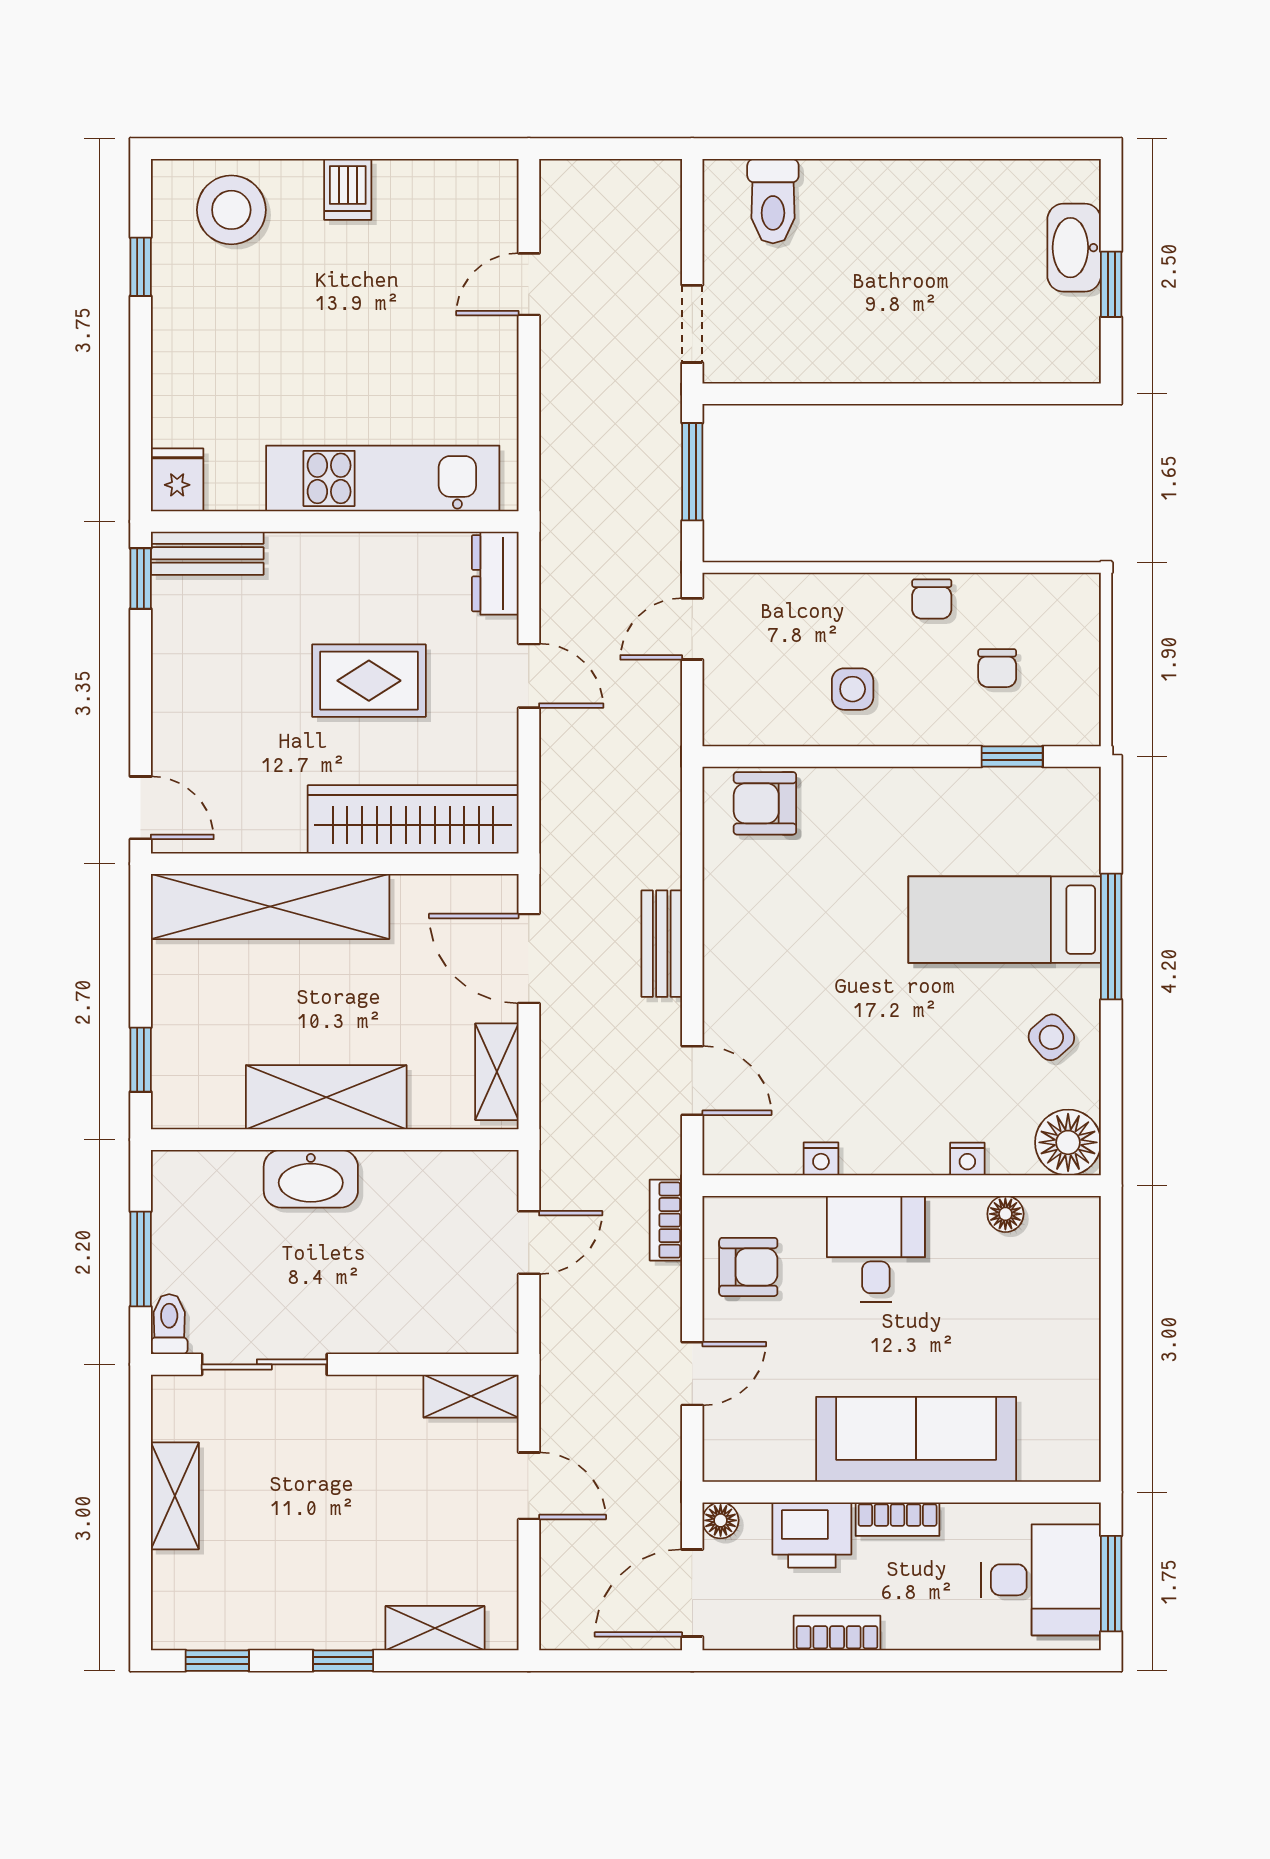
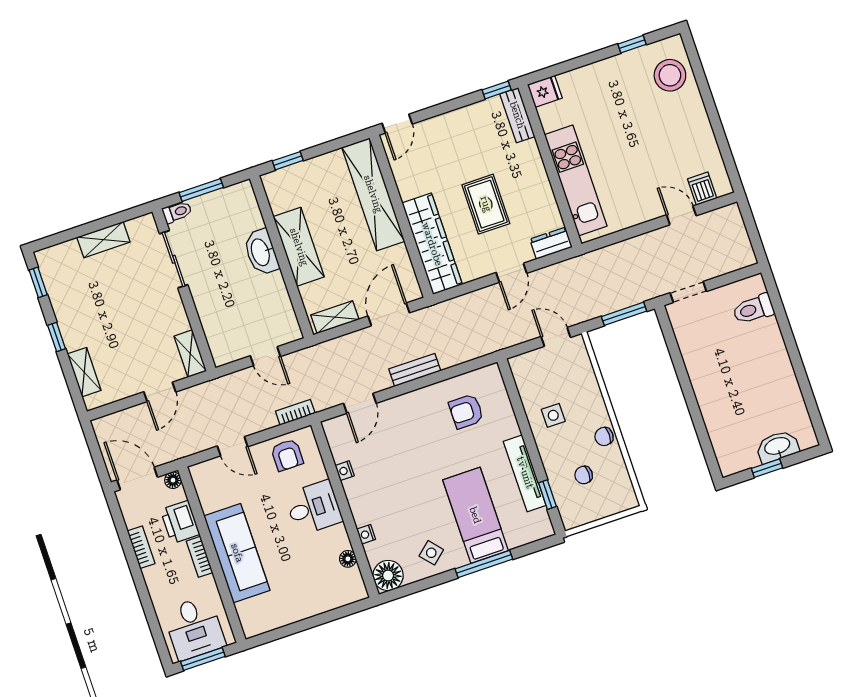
dishwasher: (348, 189) -> (702, 189), moved, turned 90
tv unit: (953, 789) -> (525, 473), added
armchair: (765, 803) -> (466, 411), moved, turned -90

